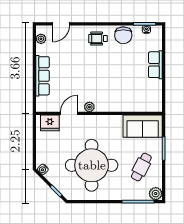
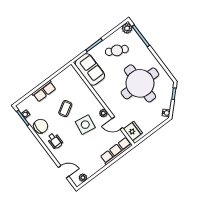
coffee table: (122, 73) -> (65, 109), added
row of seats: (43, 76) -> (116, 151), moved
side table: (92, 80) -> (85, 125), added

